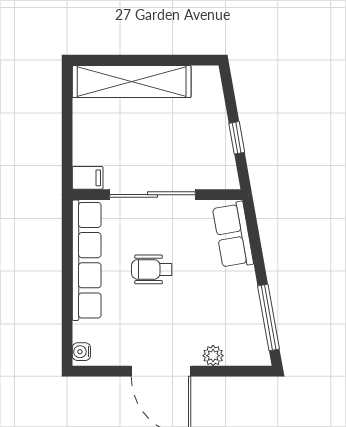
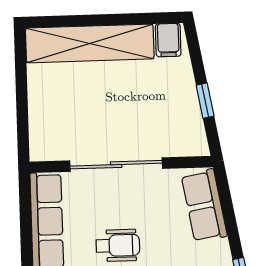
filing cabinet: (88, 178) -> (168, 40), moved, turned 90
wheelchair: (152, 269) -> (118, 245), turned 180

